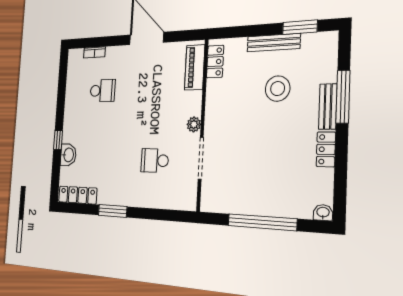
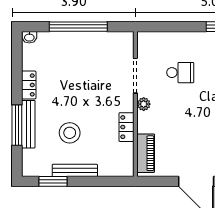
locker: (215, 62) -> (126, 127), moved
bench: (328, 106) -> (28, 124), width x1.36

